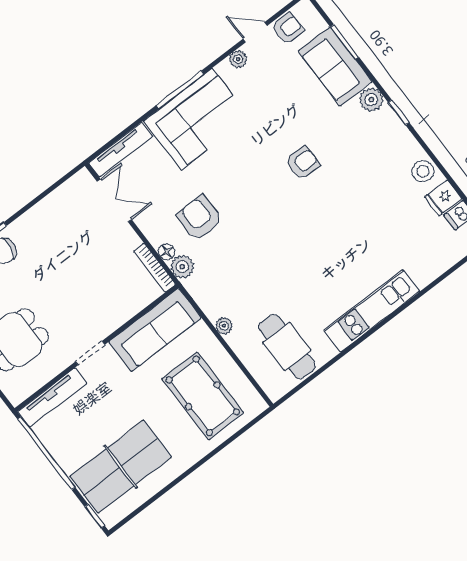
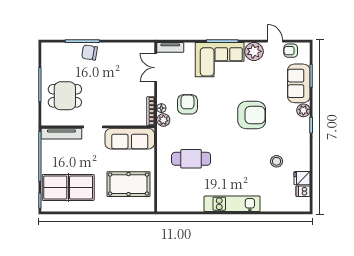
armchair: (288, 29) -> (291, 51), turned 180
plant: (238, 59) -> (254, 51), width x1.88, depth x1.88
tv unit: (121, 150) -> (170, 47), width x0.71
armchair: (303, 163) -> (252, 115), width x1.88, depth x1.88
stool: (423, 171) -> (277, 161), moved
double door: (114, 200) -> (156, 68), swing flipped
plant: (224, 326) -> (162, 160), removed
cafe table: (287, 347) -> (191, 159), moved, turned 90
pool table: (203, 396) -> (129, 184), turned 90

